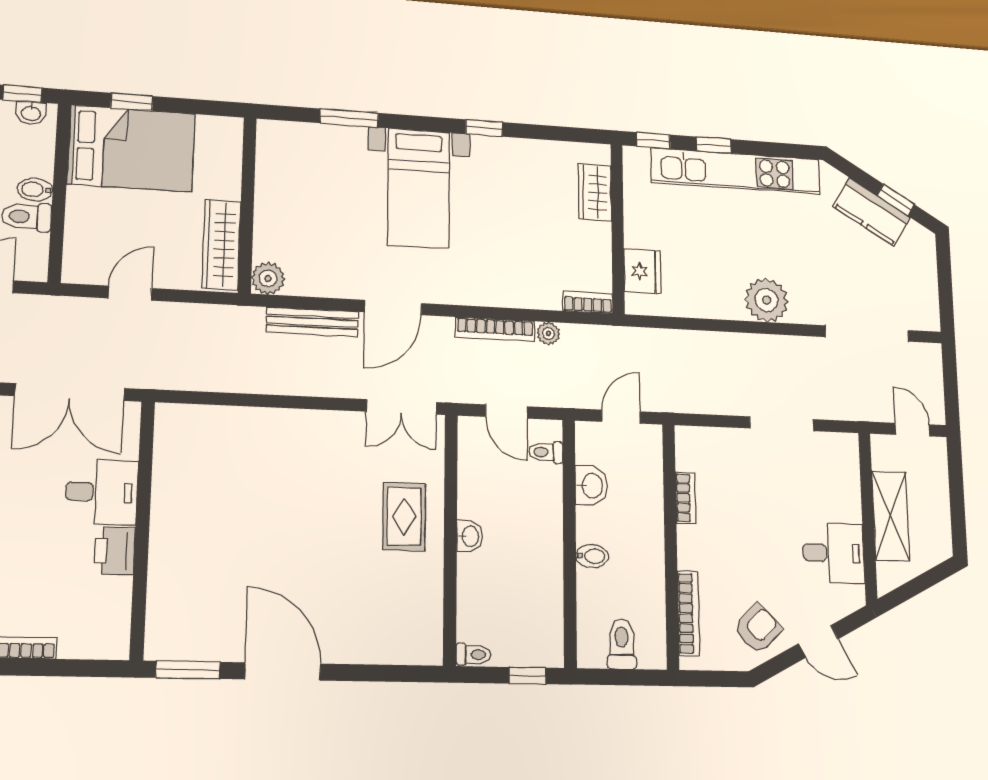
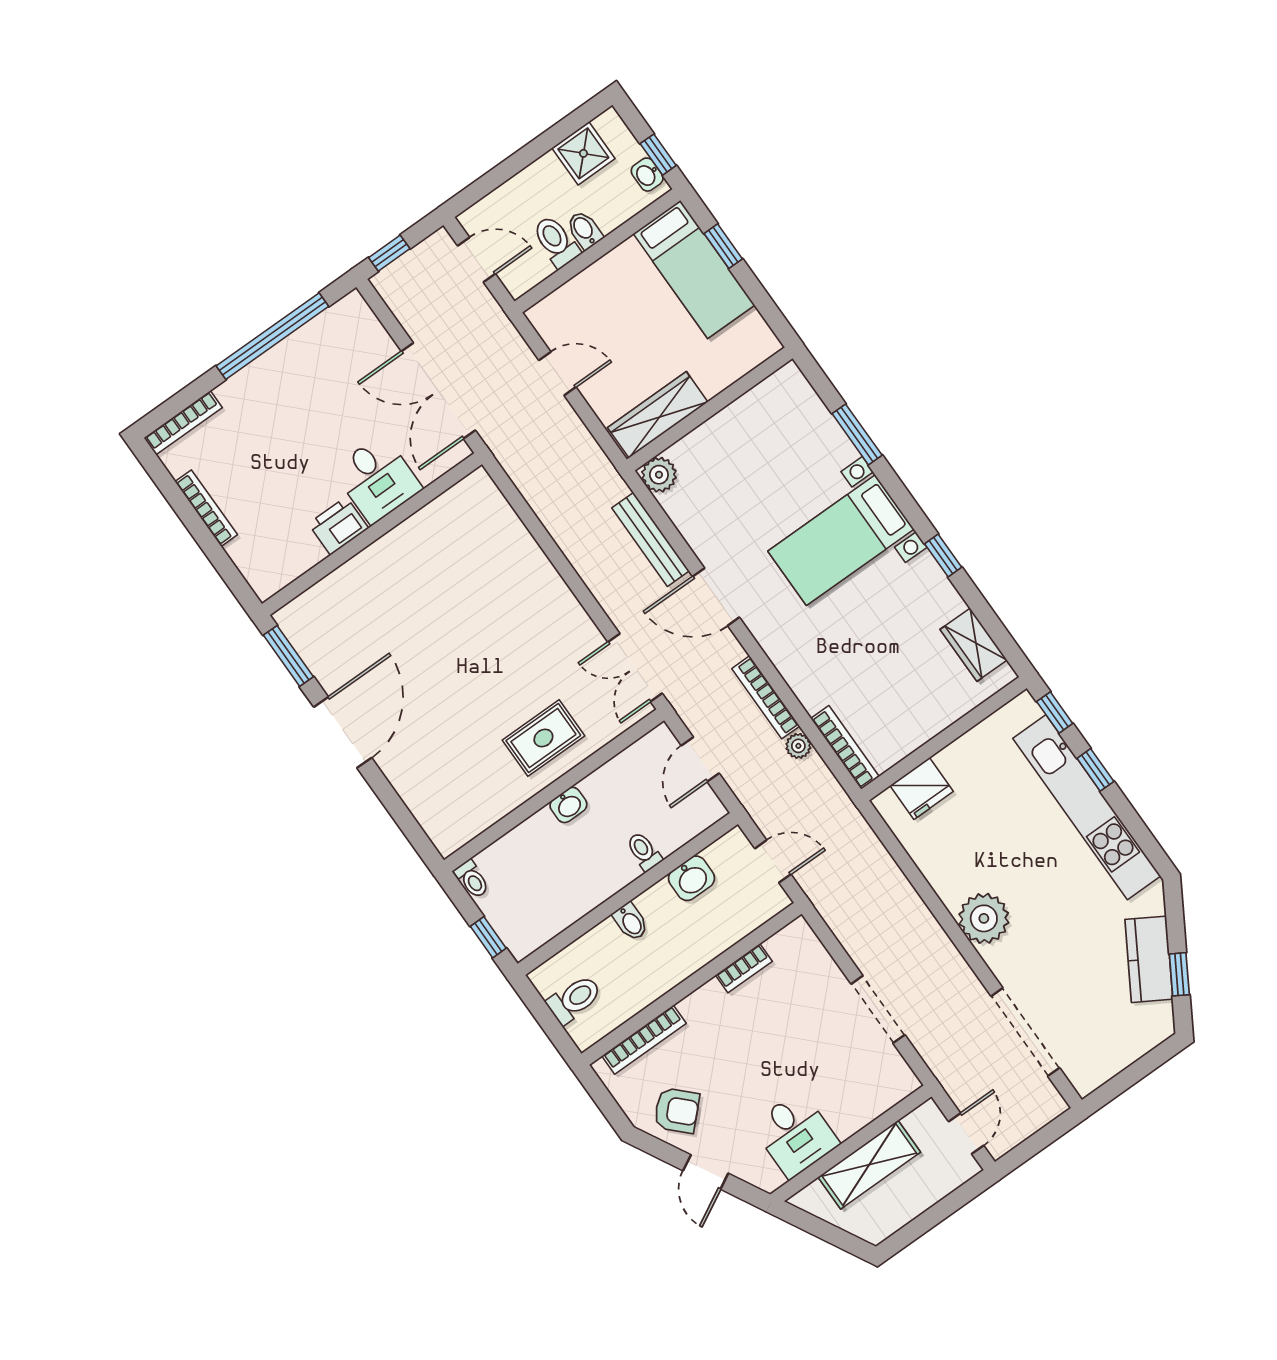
bed: (131, 149) -> (694, 269), width x0.67
wardrobe: (595, 192) -> (974, 645), moved, turned -90
bookcase: (588, 302) -> (845, 747), width x1.56
toilet: (546, 452) -> (644, 851), moved

